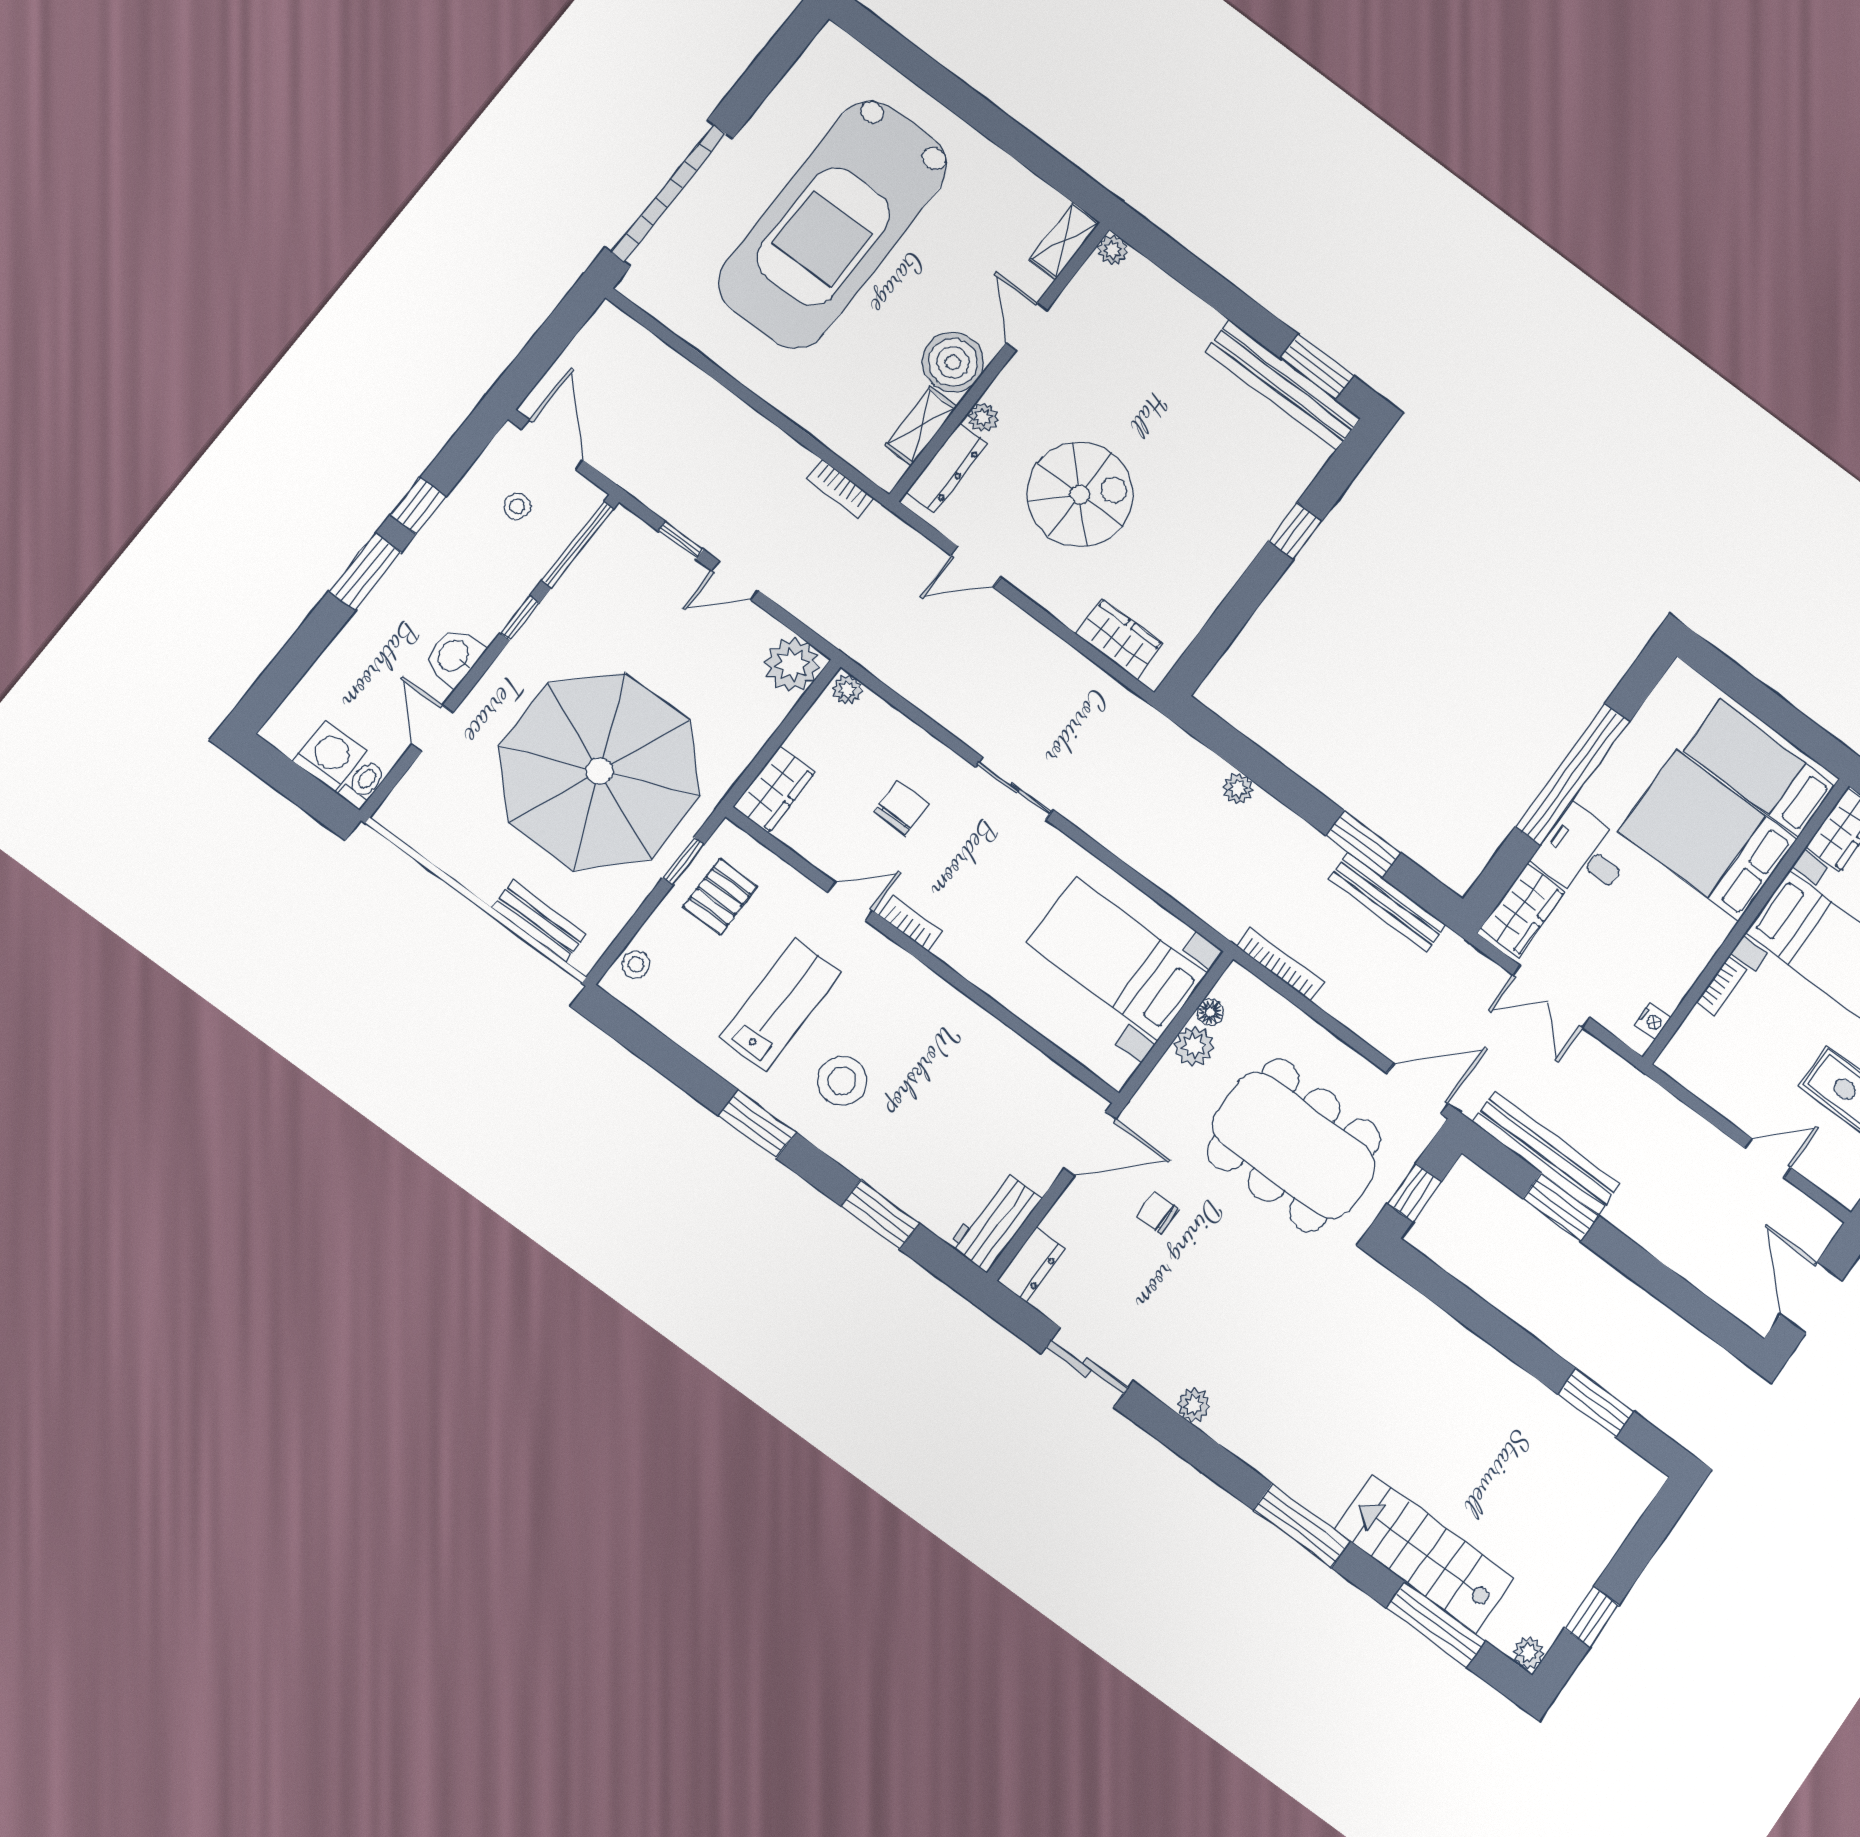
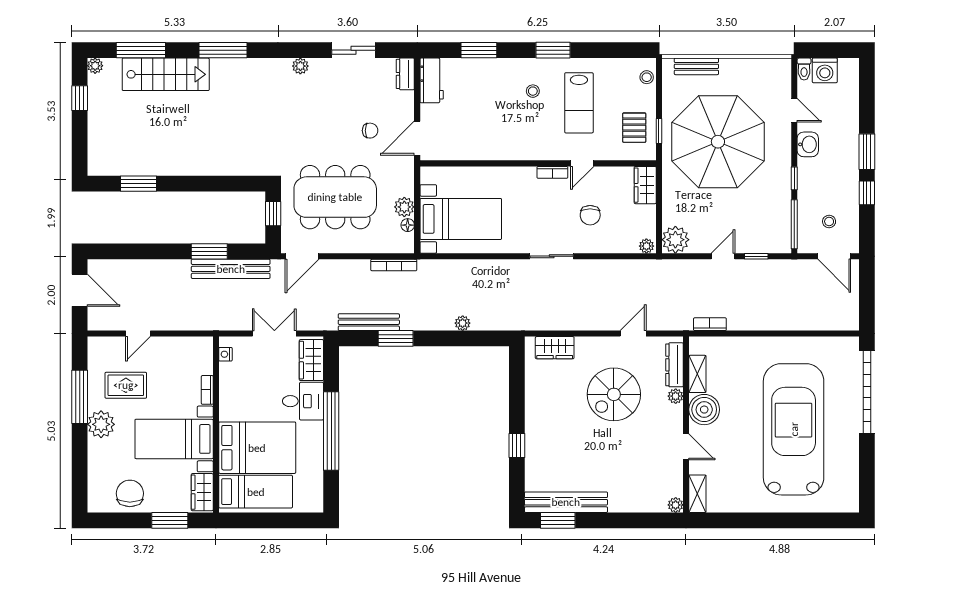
stool: (842, 1081) -> (533, 91), width x0.53, depth x0.53

